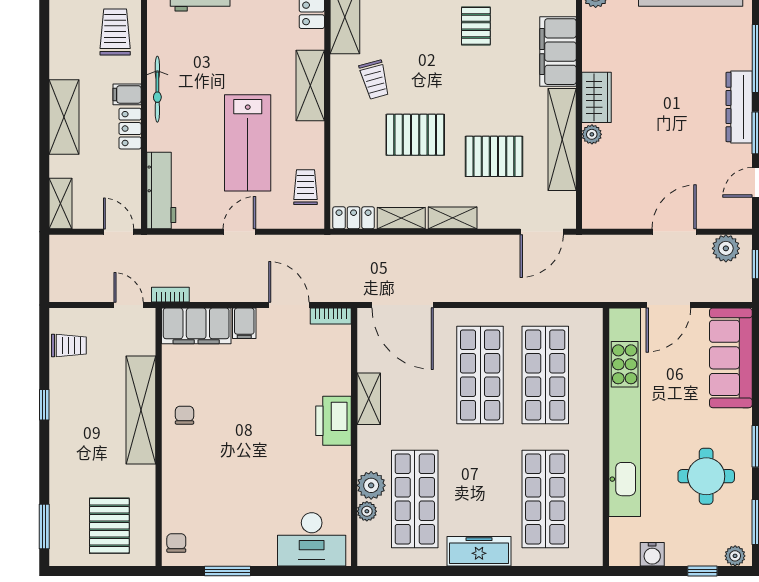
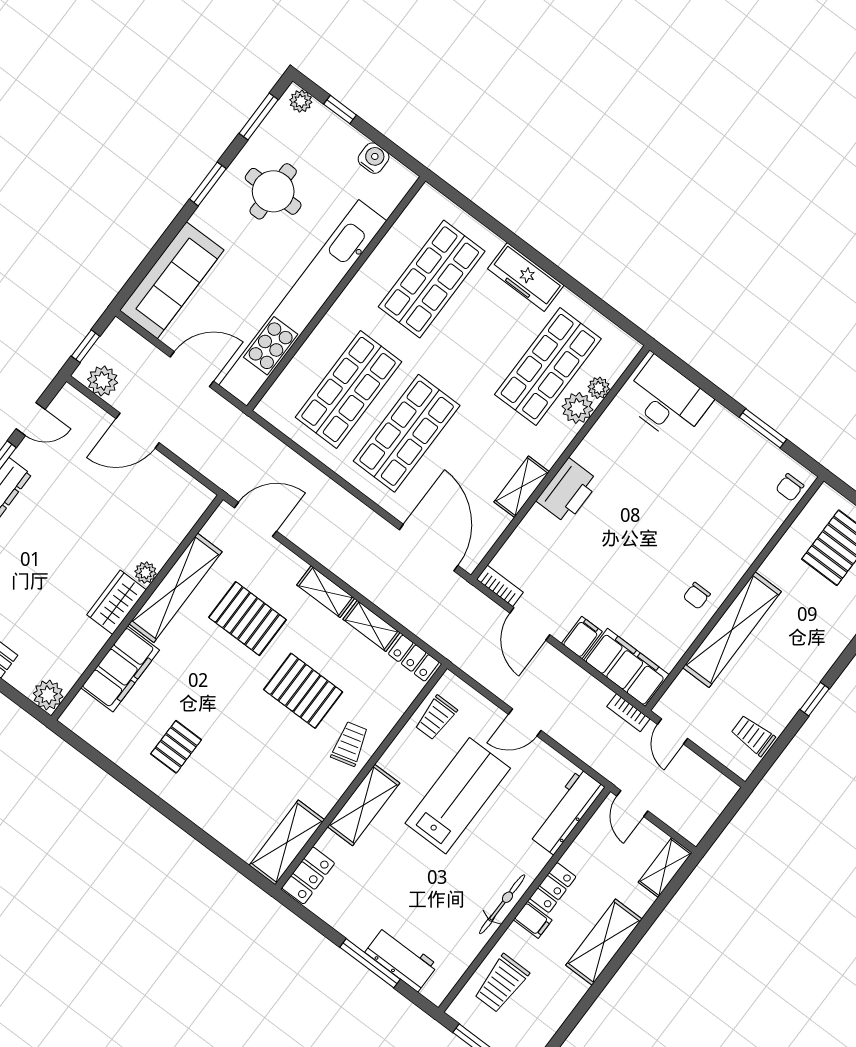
trolley: (375, 80) -> (350, 744), moved

